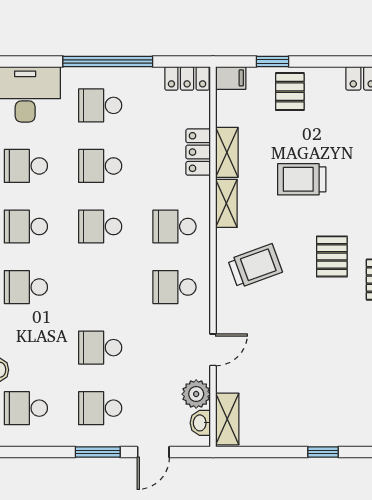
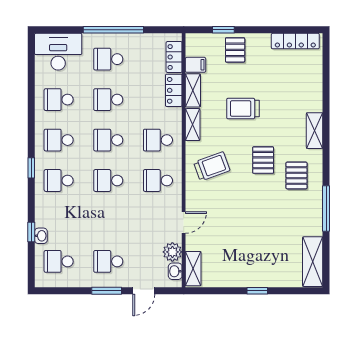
locker: (187, 78) -> (174, 57), moved, turned 90
filing cabinet: (231, 78) -> (195, 65), moved
school desk: (100, 348) -> (108, 180), moved

